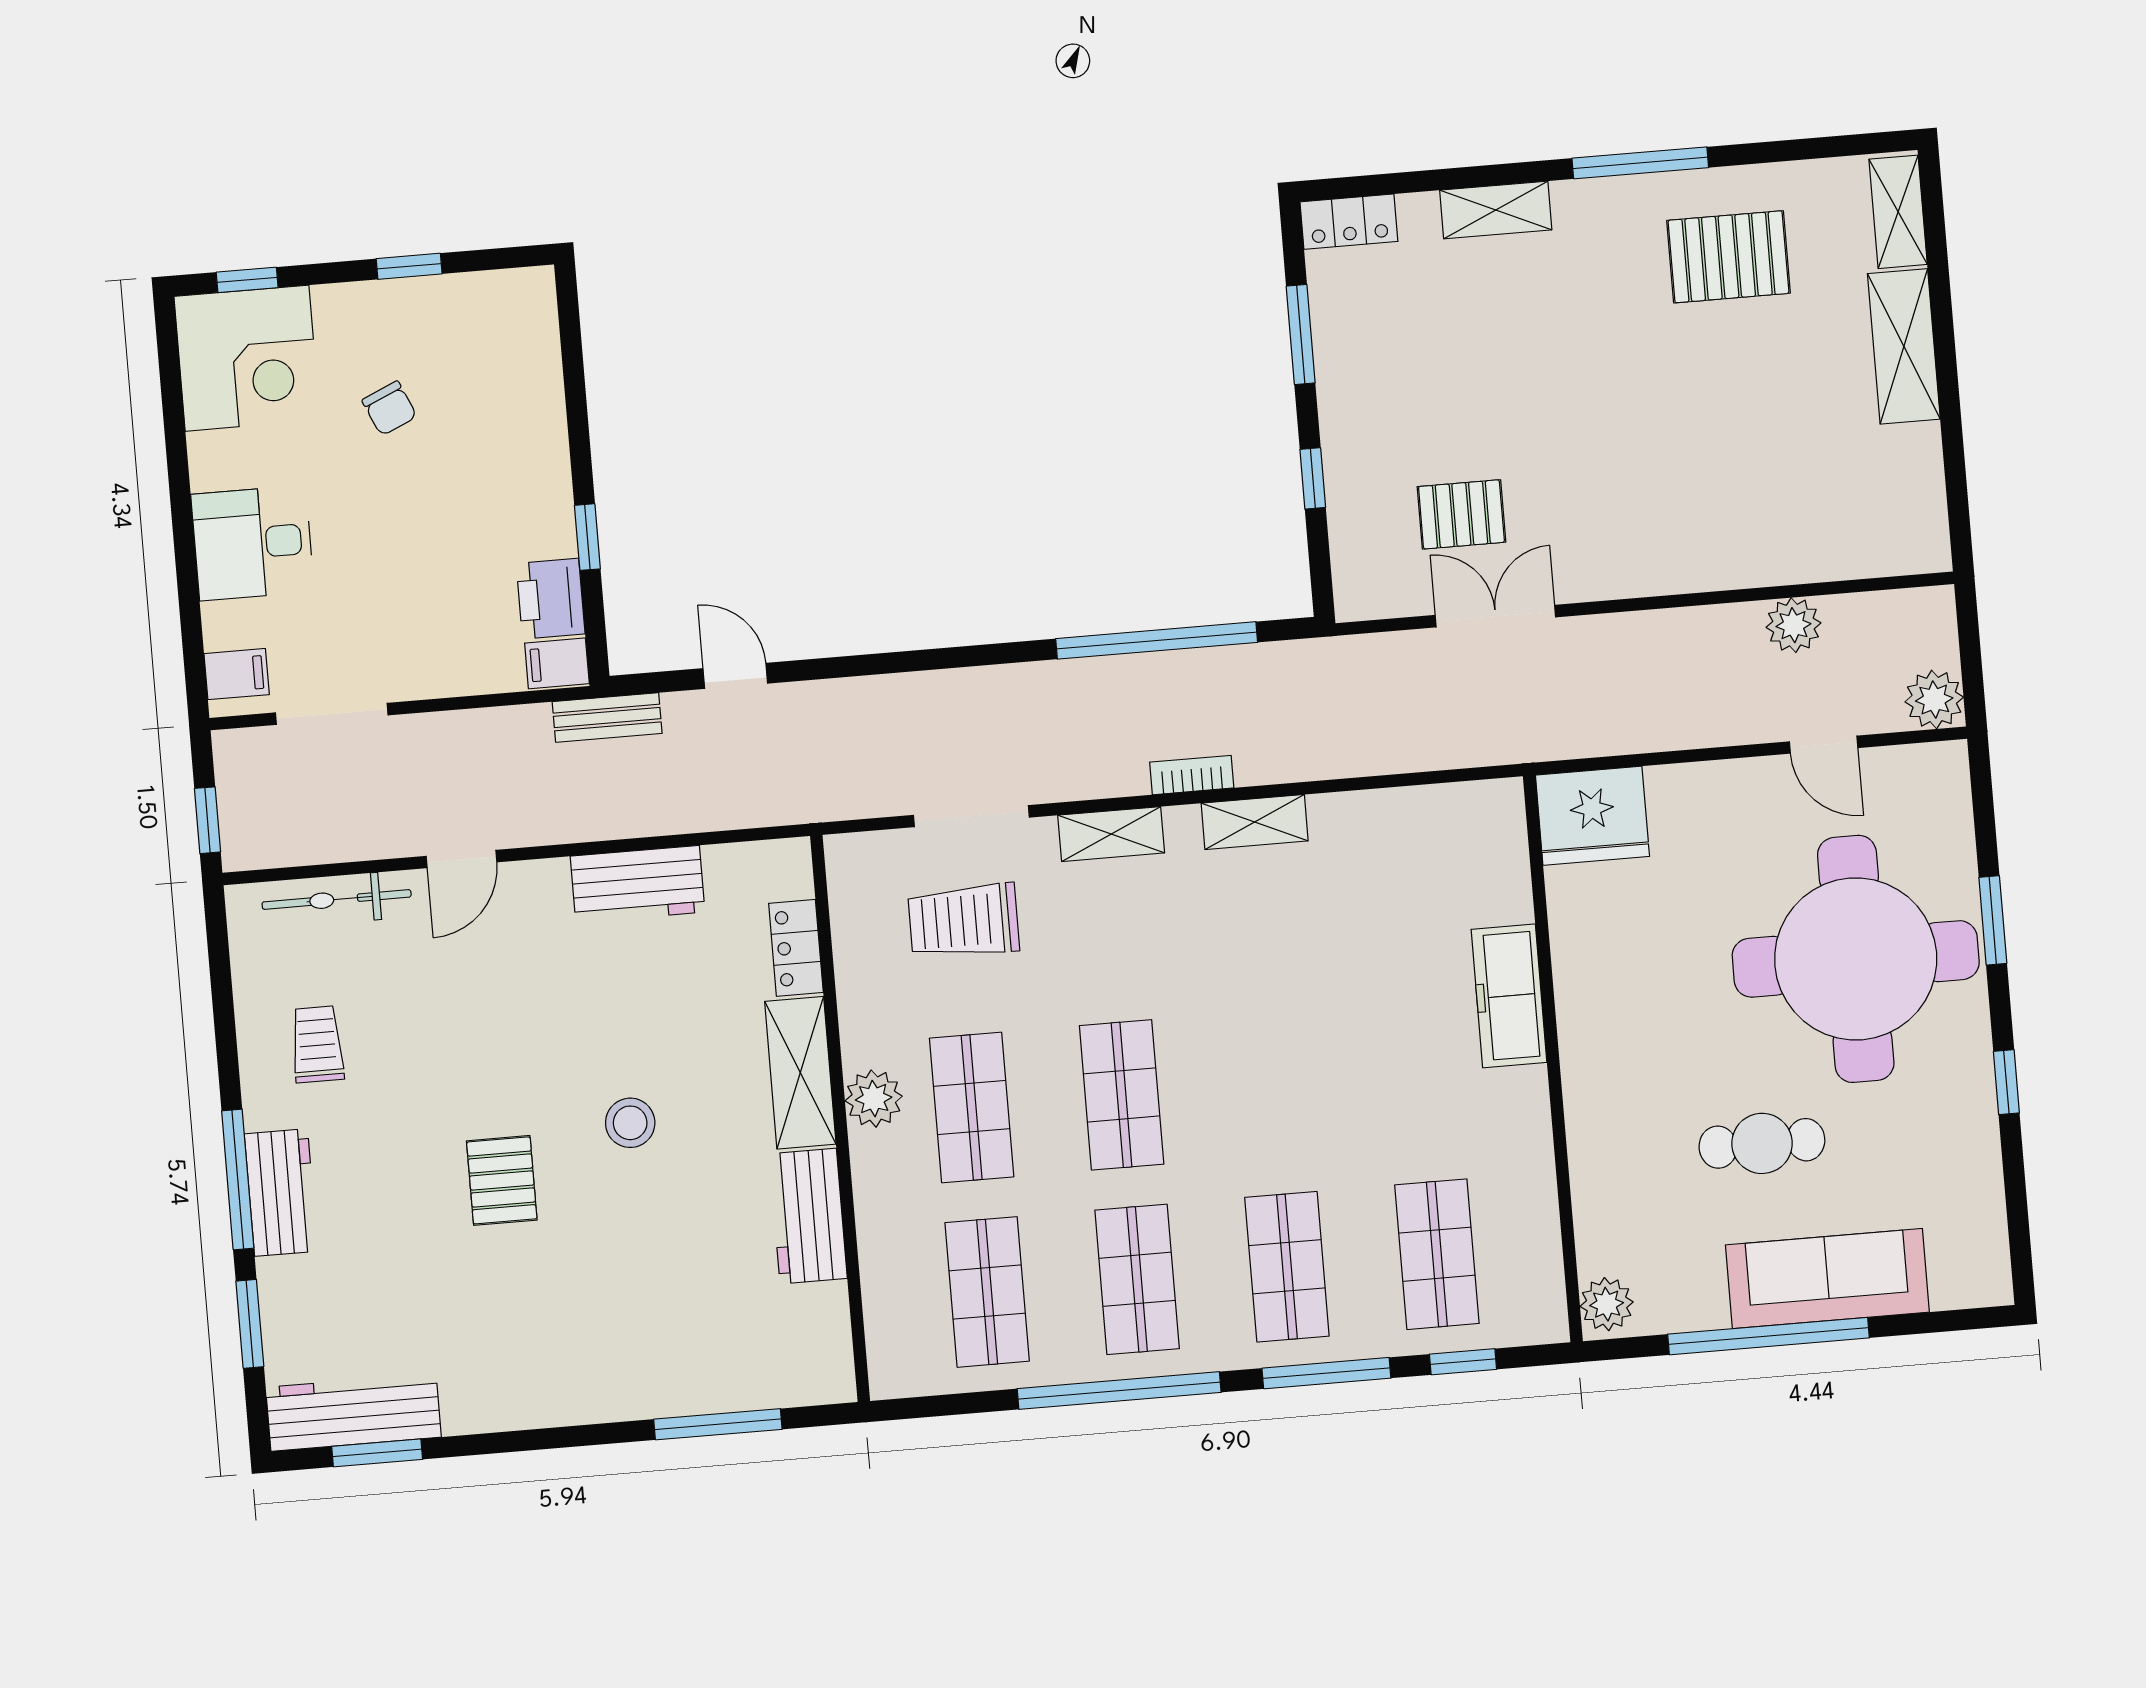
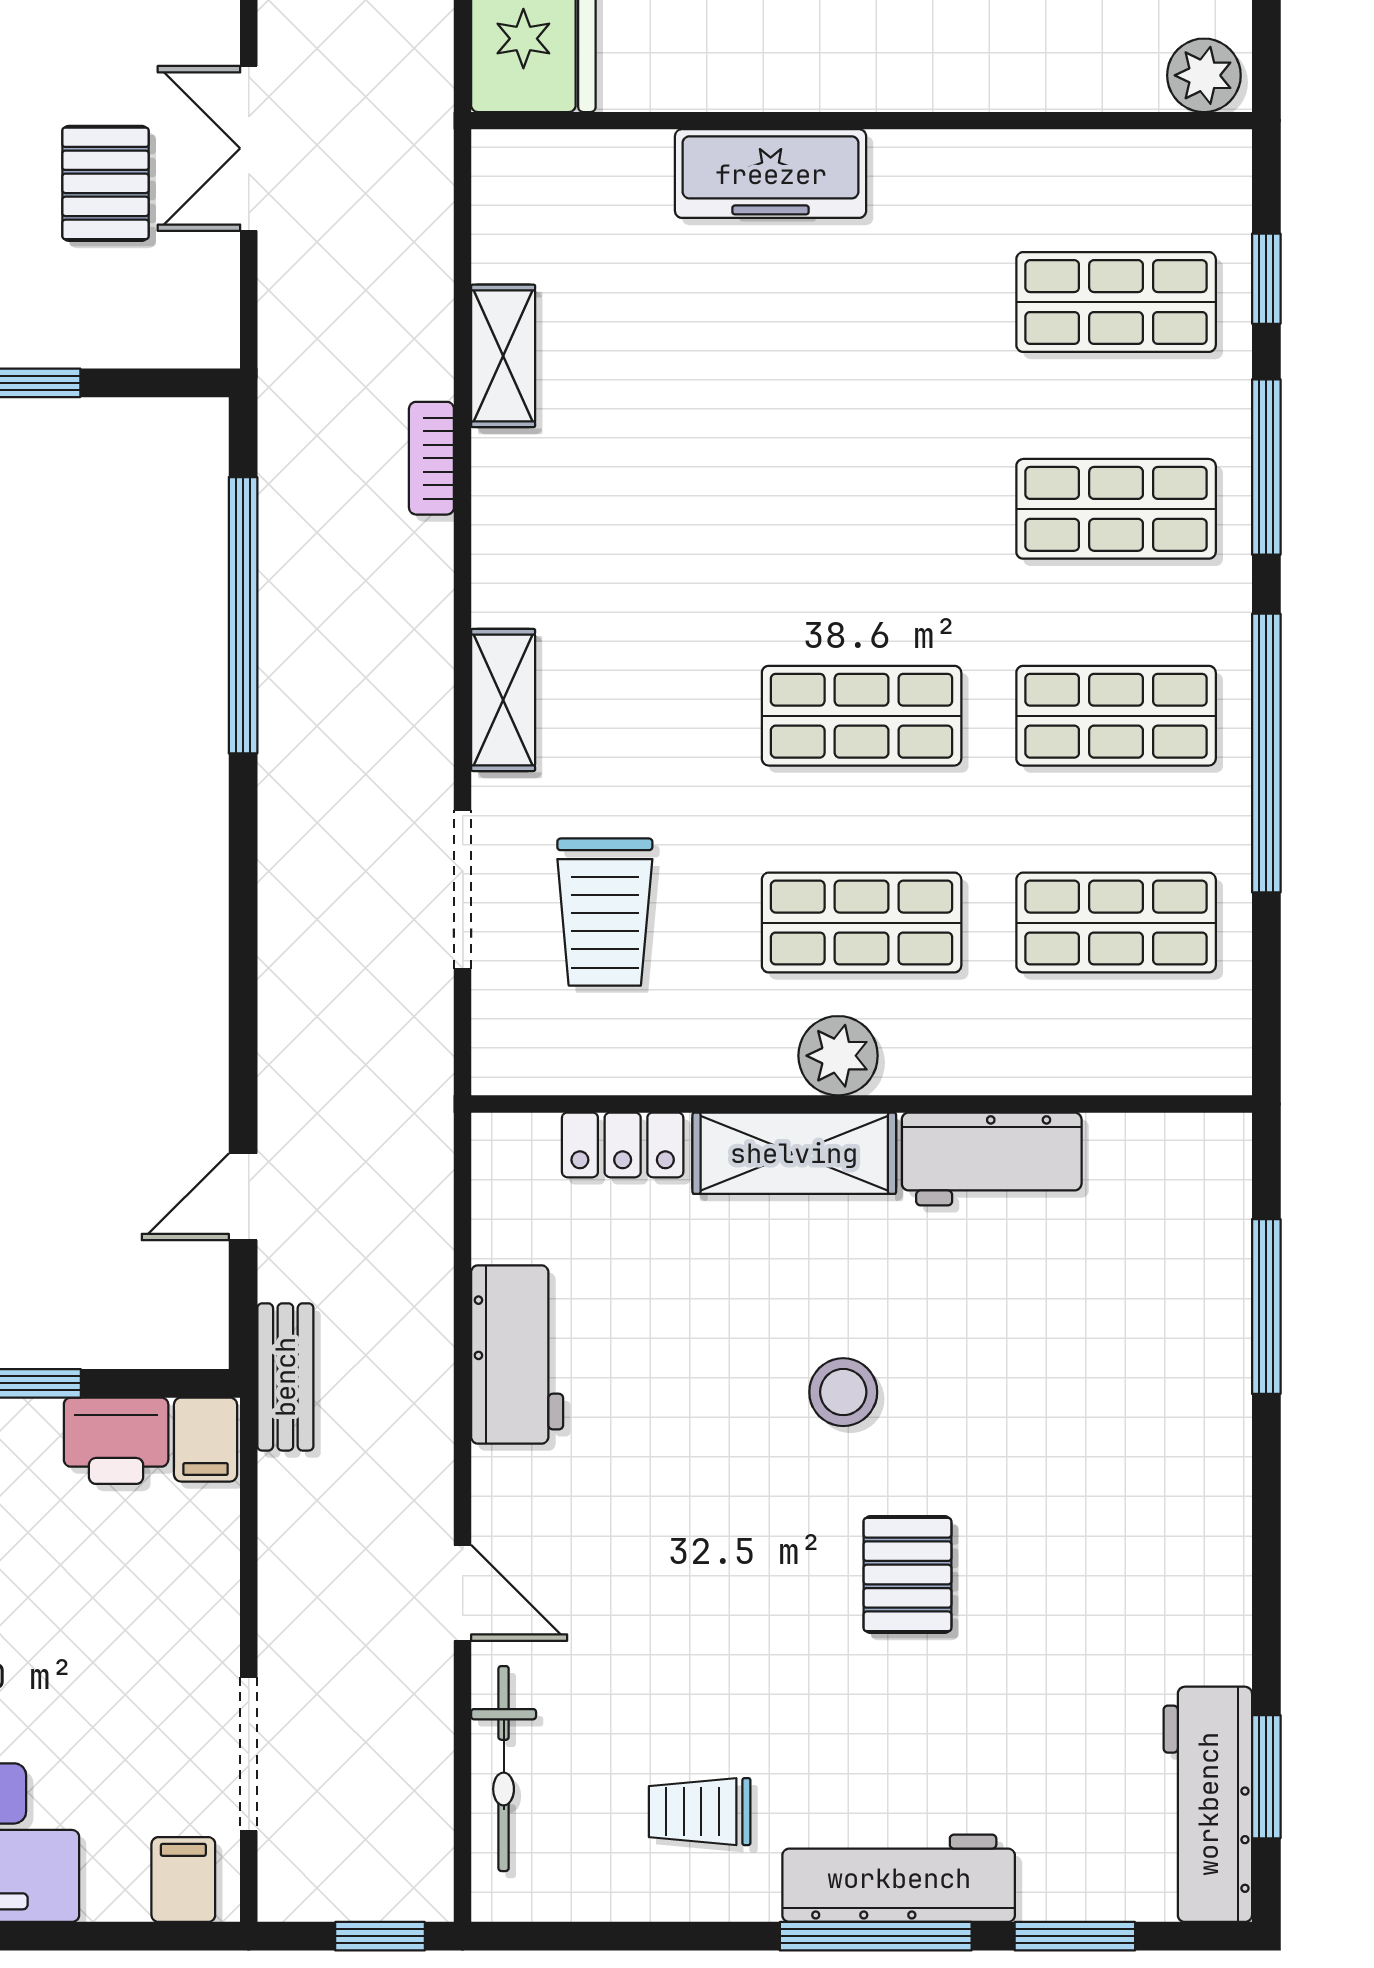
bookcase: (1192, 775) -> (431, 458), moved
shelving: (1255, 822) -> (503, 356), moved
pallet: (502, 1180) -> (907, 1575), turned 90
workbench: (281, 1193) -> (899, 1878), width x1.38

